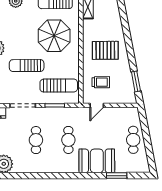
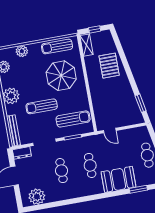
pallet: (105, 50) -> (109, 66), moved, turned 90
trolley: (101, 82) -> (110, 109), removed
door: (97, 105) -> (110, 130), hinge flipped

